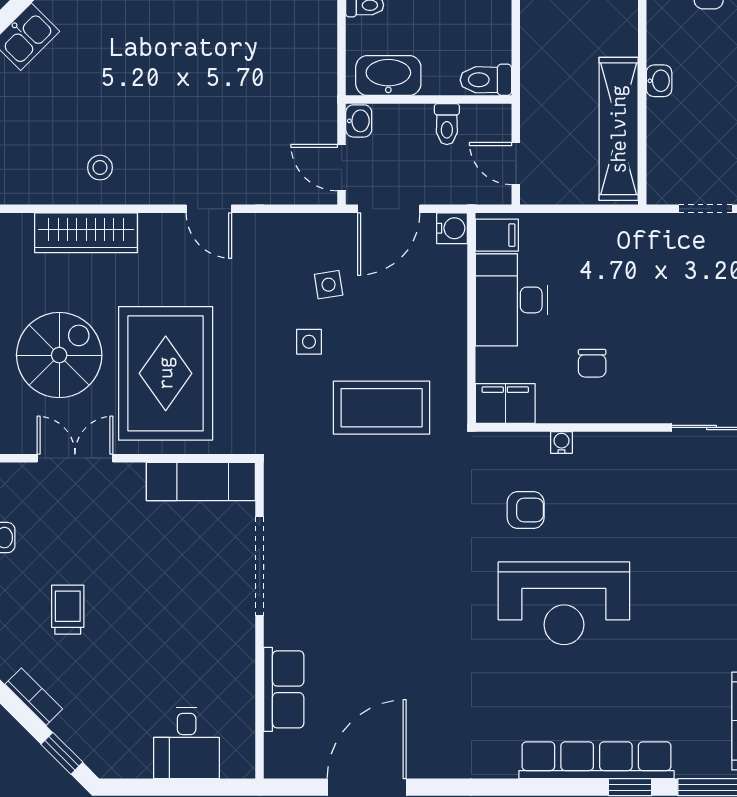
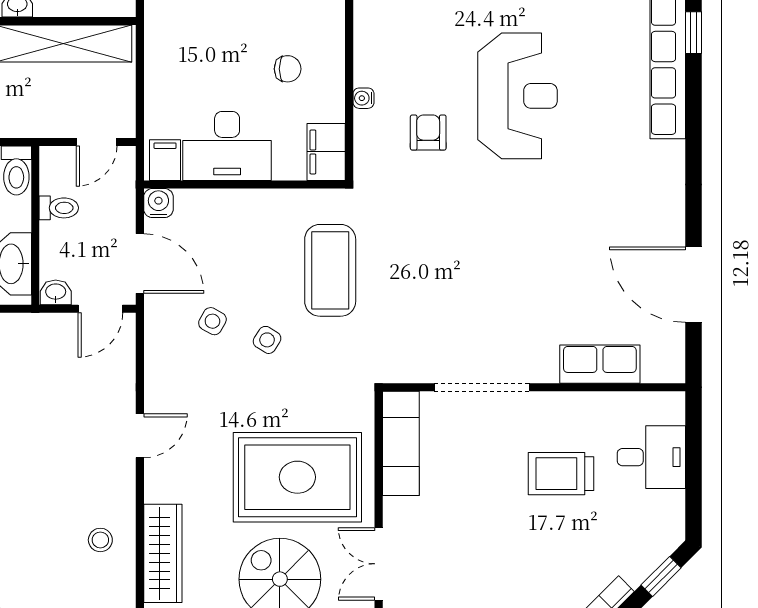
side table: (329, 285) -> (212, 321), turned 38
side table: (309, 342) -> (267, 340), turned 32
trolley: (68, 610) -> (561, 474), moved, width x1.36, depth x1.39

